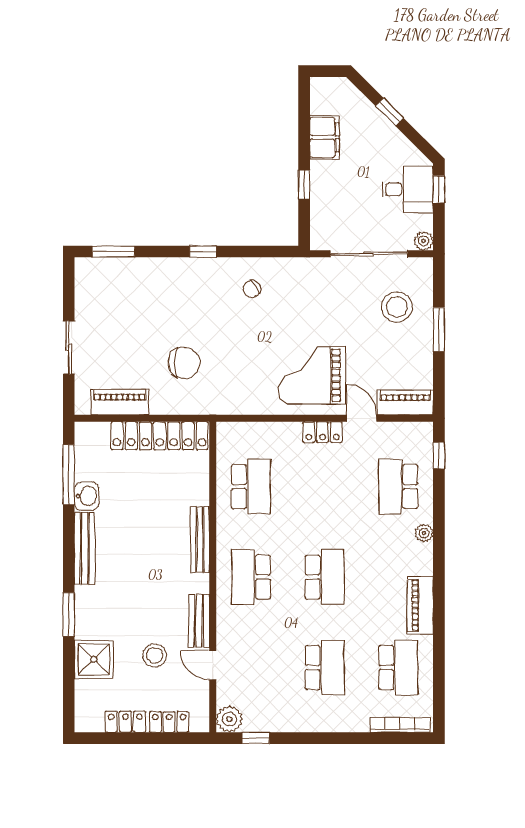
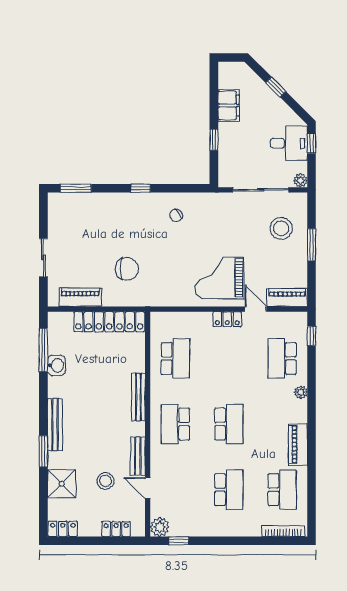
bench: (85, 548) -> (55, 424), moved
locker: (125, 722) -> (63, 529), moved

